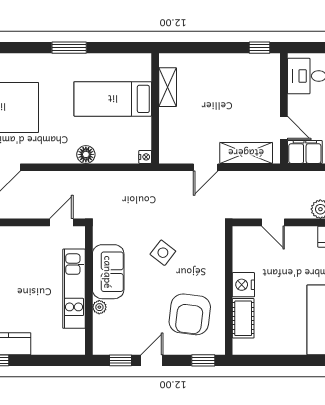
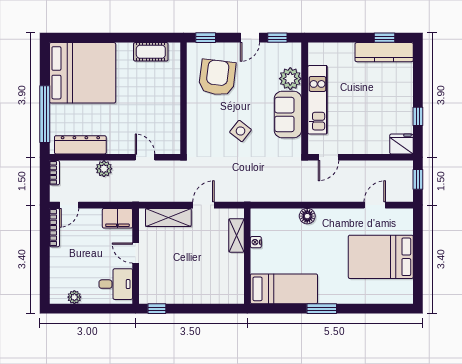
shelving: (168, 87) -> (236, 235), moved
bed: (113, 99) -> (284, 289), moved
door: (284, 128) -> (136, 253), moved
nightstand: (145, 157) -> (256, 242), moved
nightstand: (243, 285) -> (171, 103), removed
plant: (99, 307) -> (290, 79), width x1.87, depth x1.87
cot: (243, 318) -> (151, 52), moved, turned 90

